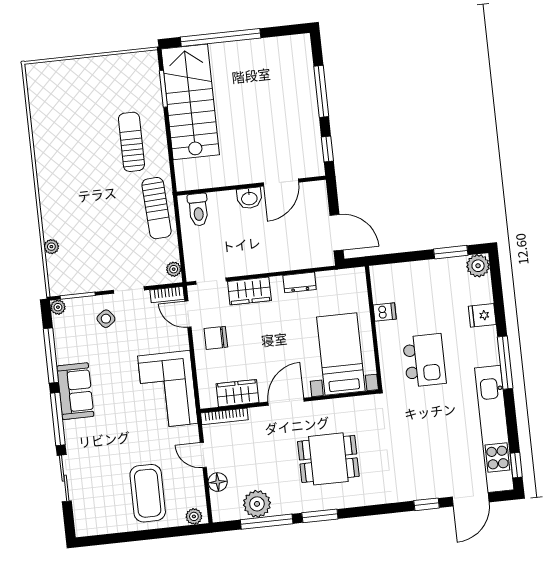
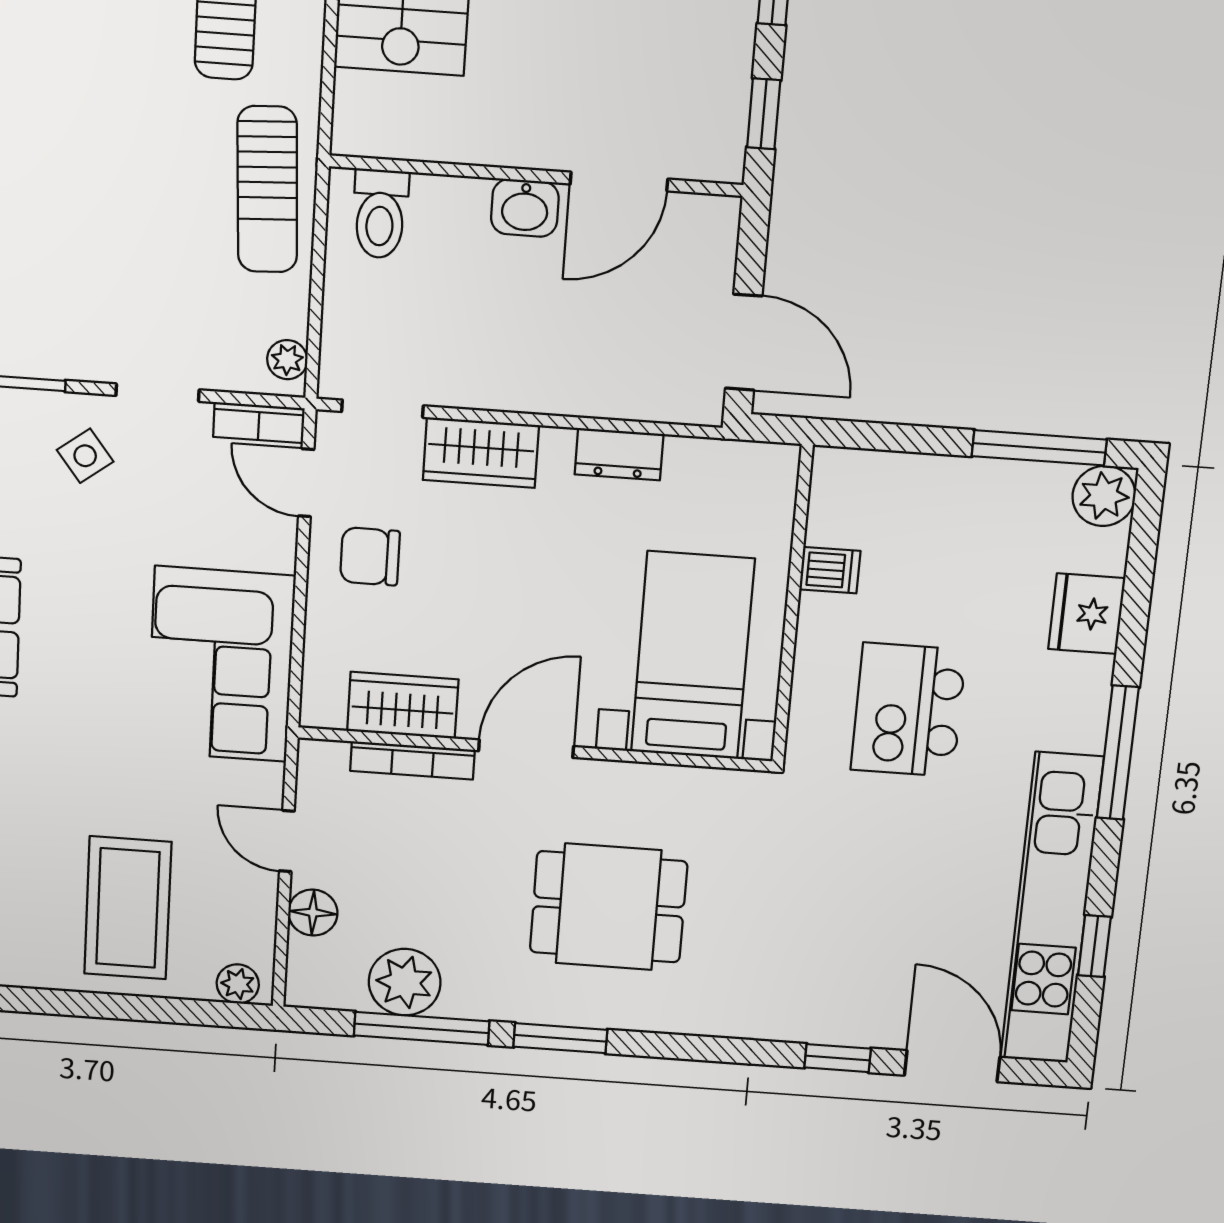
window: (451, 252) -> (1039, 448), width x1.44
fridge: (482, 315) -> (1087, 614), width x1.38
kitchen island: (424, 360) -> (908, 710), turned 180
bookcase: (224, 416) -> (412, 760), moved
window: (516, 465) -> (1094, 946), moved
door: (471, 499) -> (952, 1066), swing flipped

